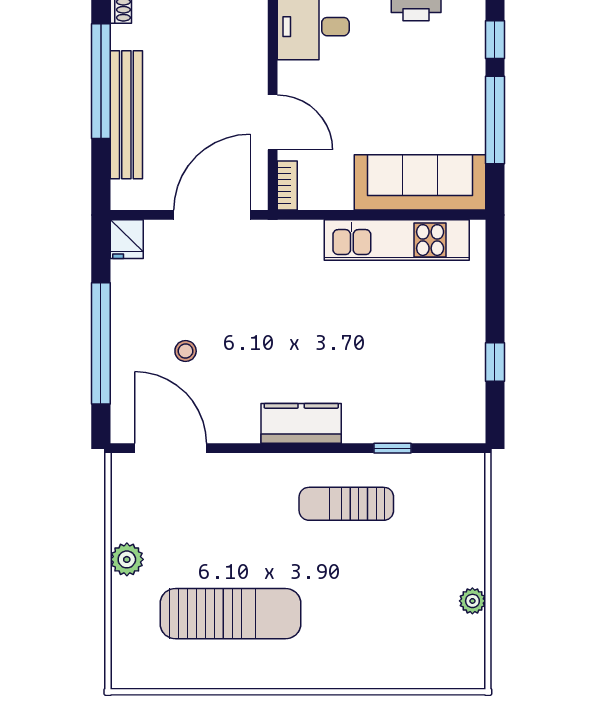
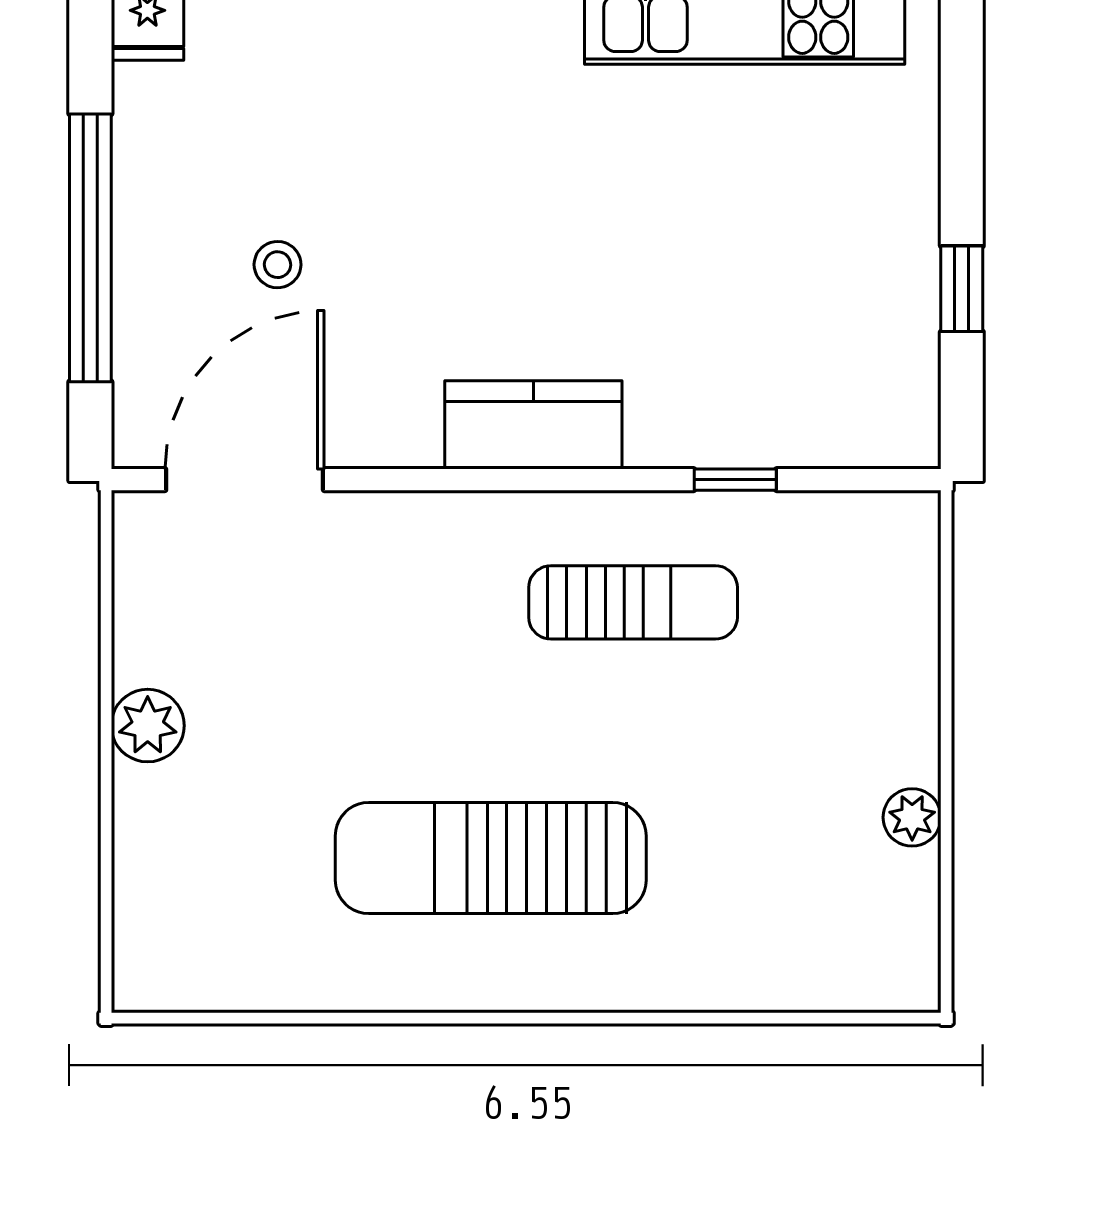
door: (171, 448) -> (245, 480), hinge flipped
sun lounger: (346, 504) -> (633, 602), turned 180
sun lounger: (230, 614) -> (491, 858), moved, turned 180

